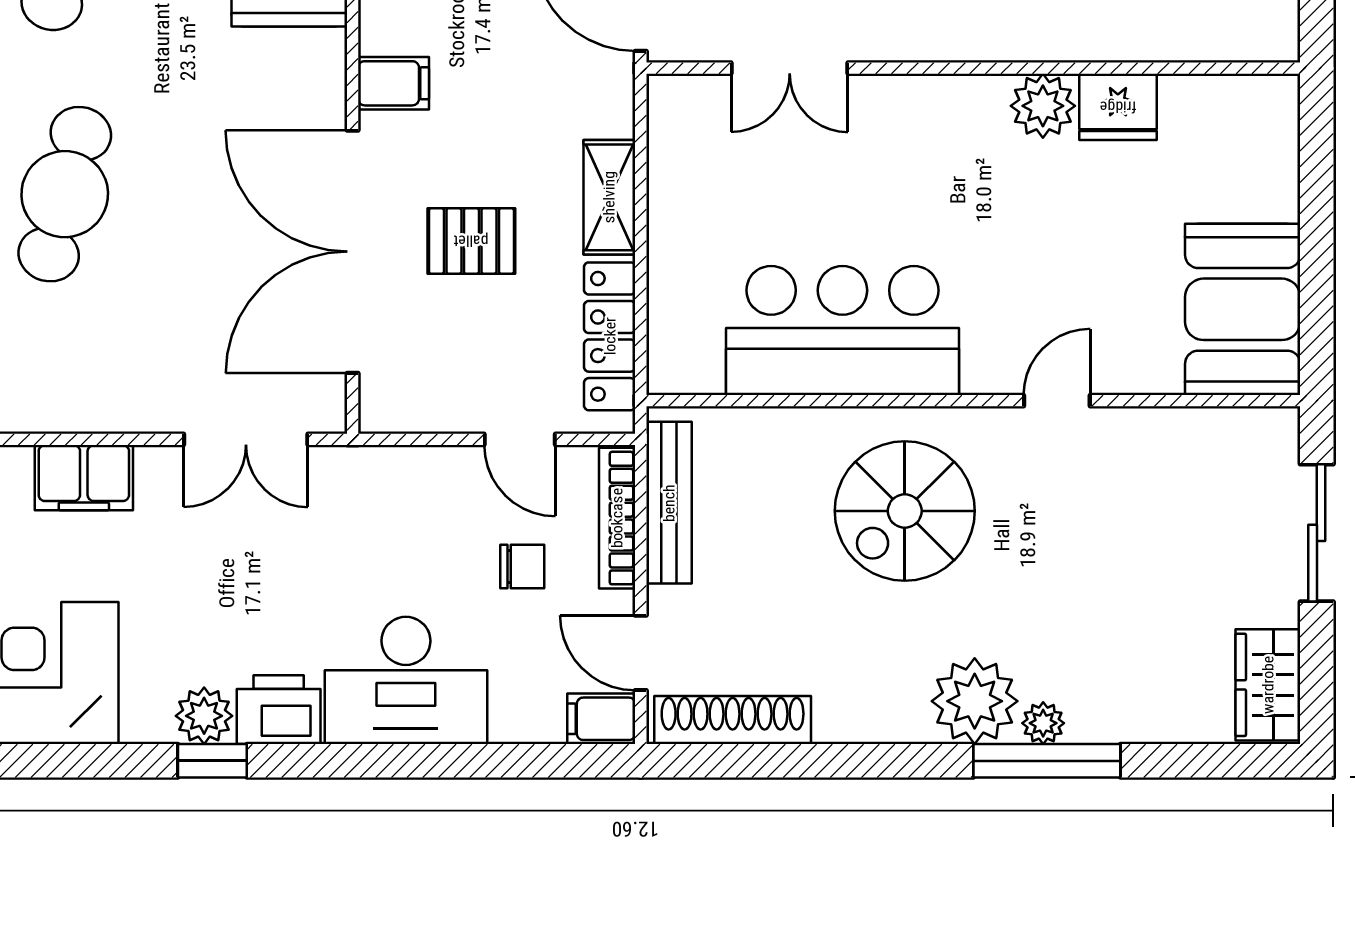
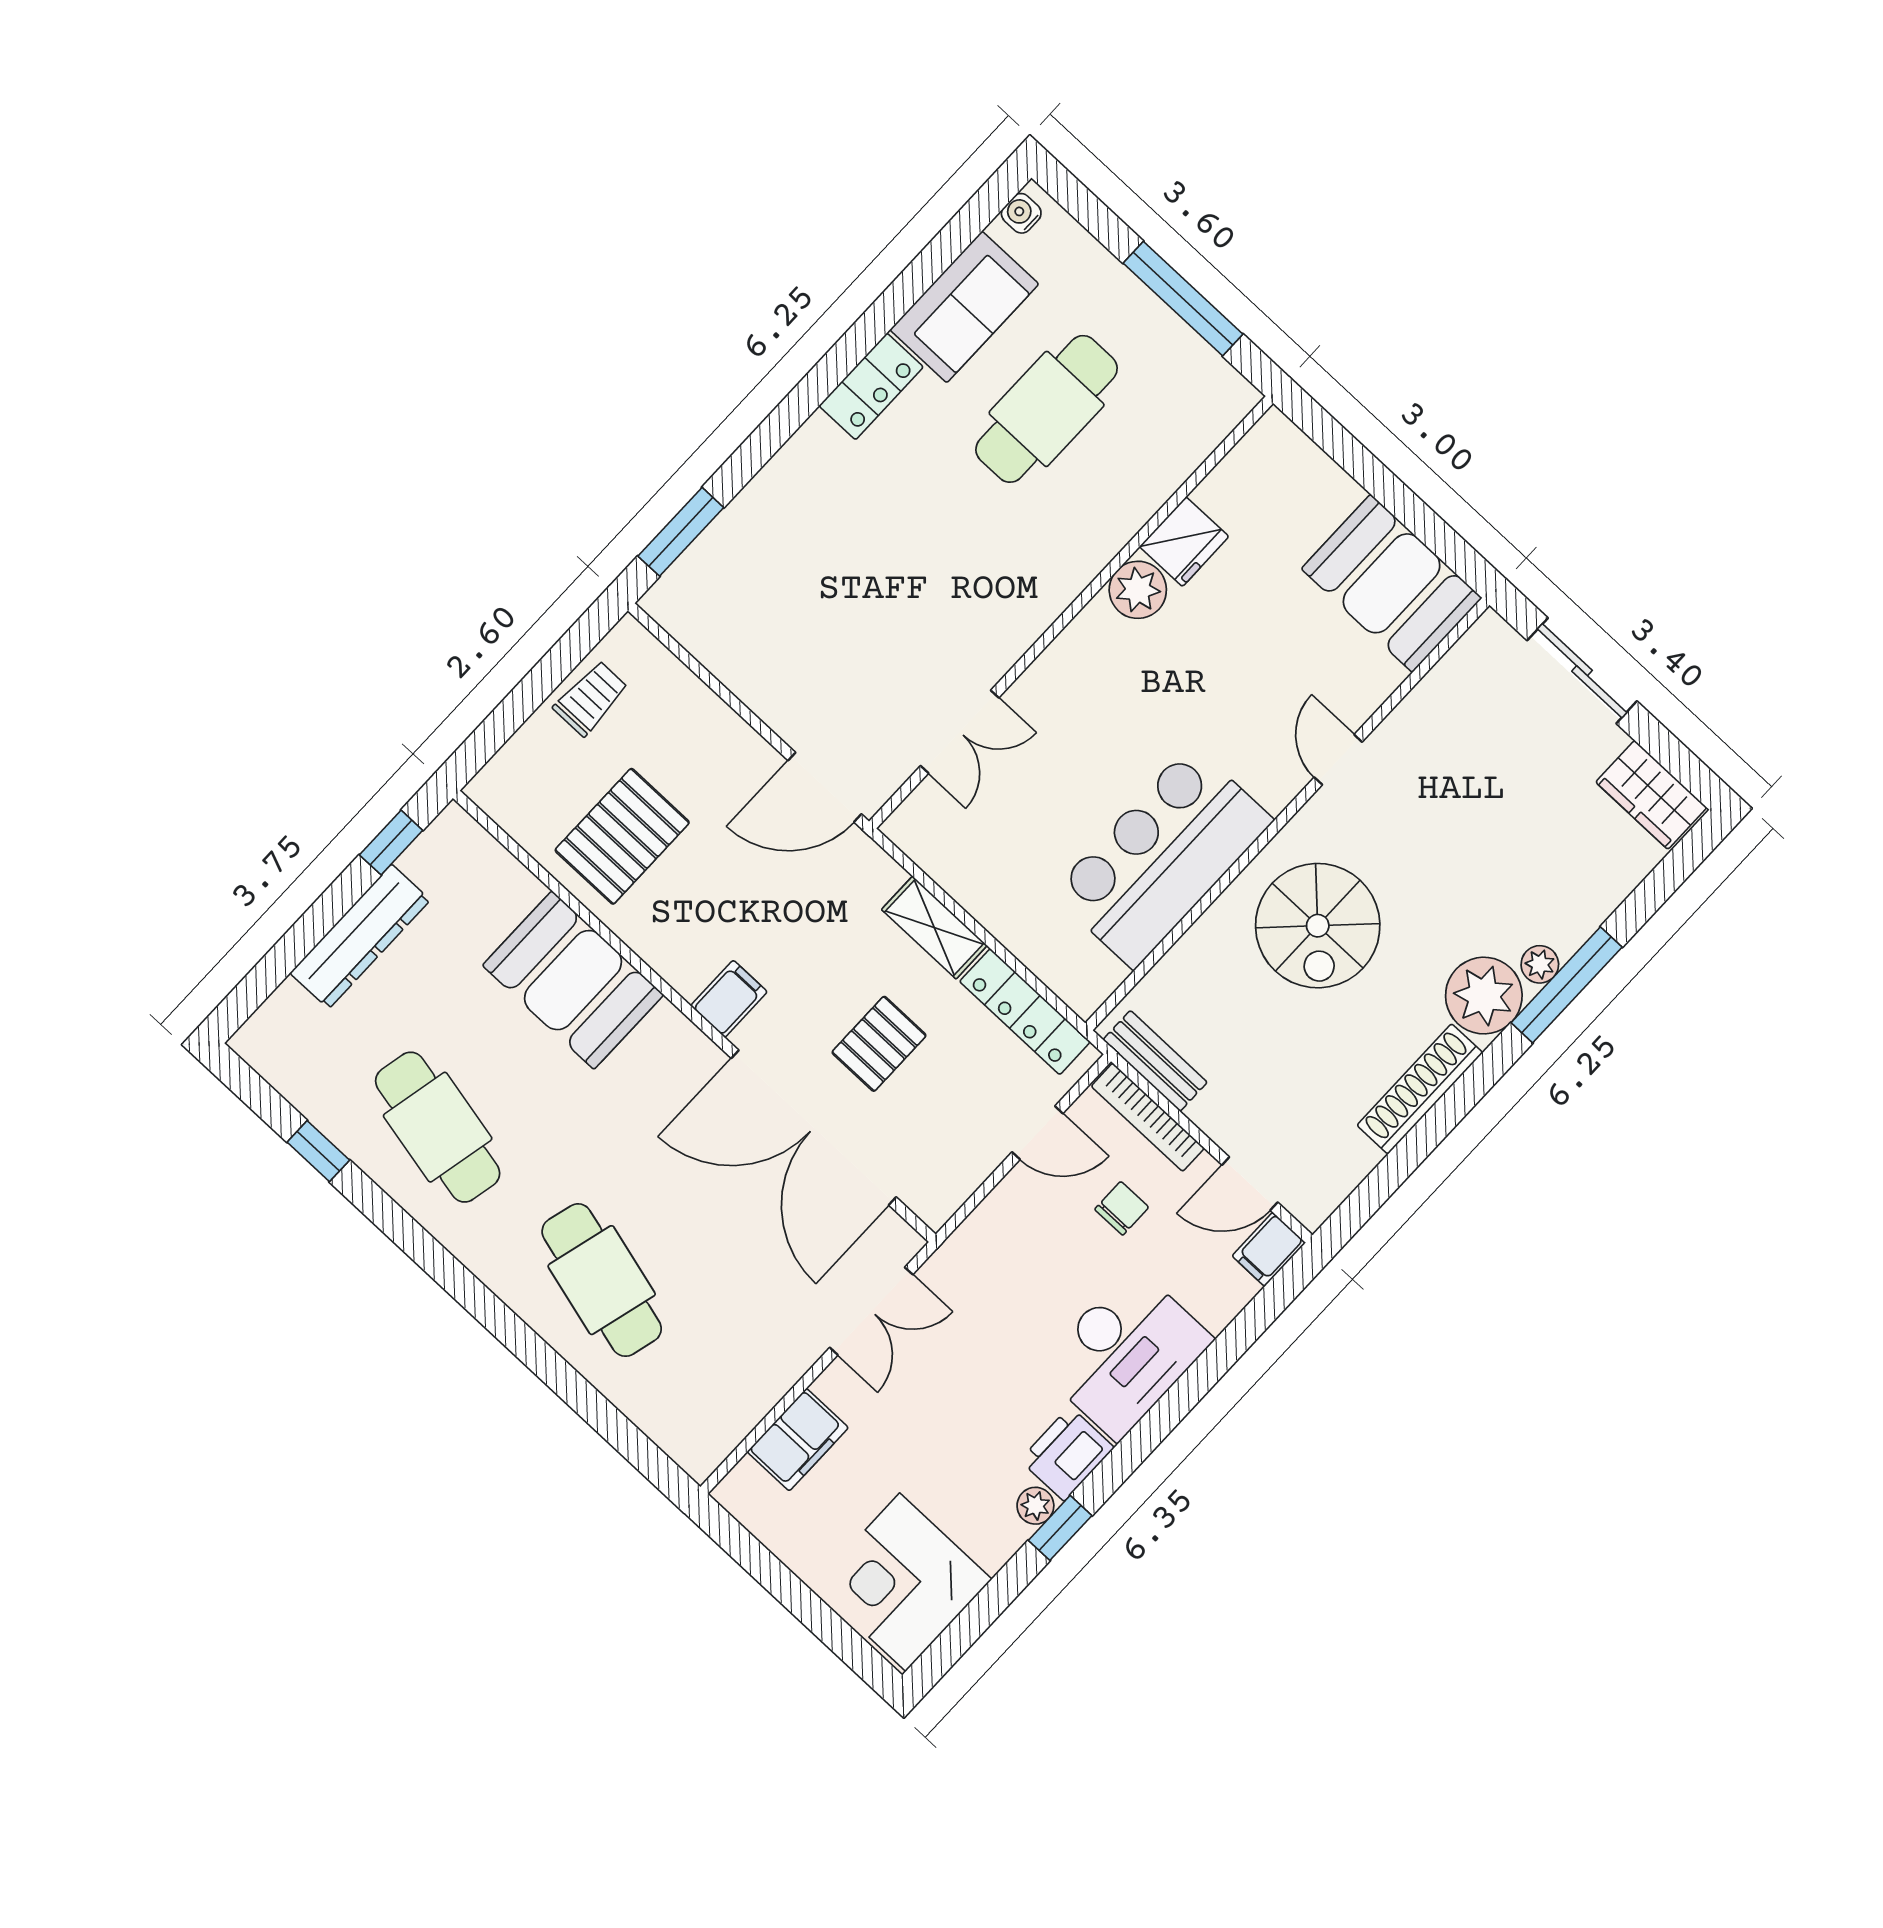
bench: (669, 503) -> (1155, 1061), width x0.73
plant: (204, 716) -> (1035, 1506), width x0.73, depth x0.73
shoe rack: (733, 720) -> (1420, 1089), moved

